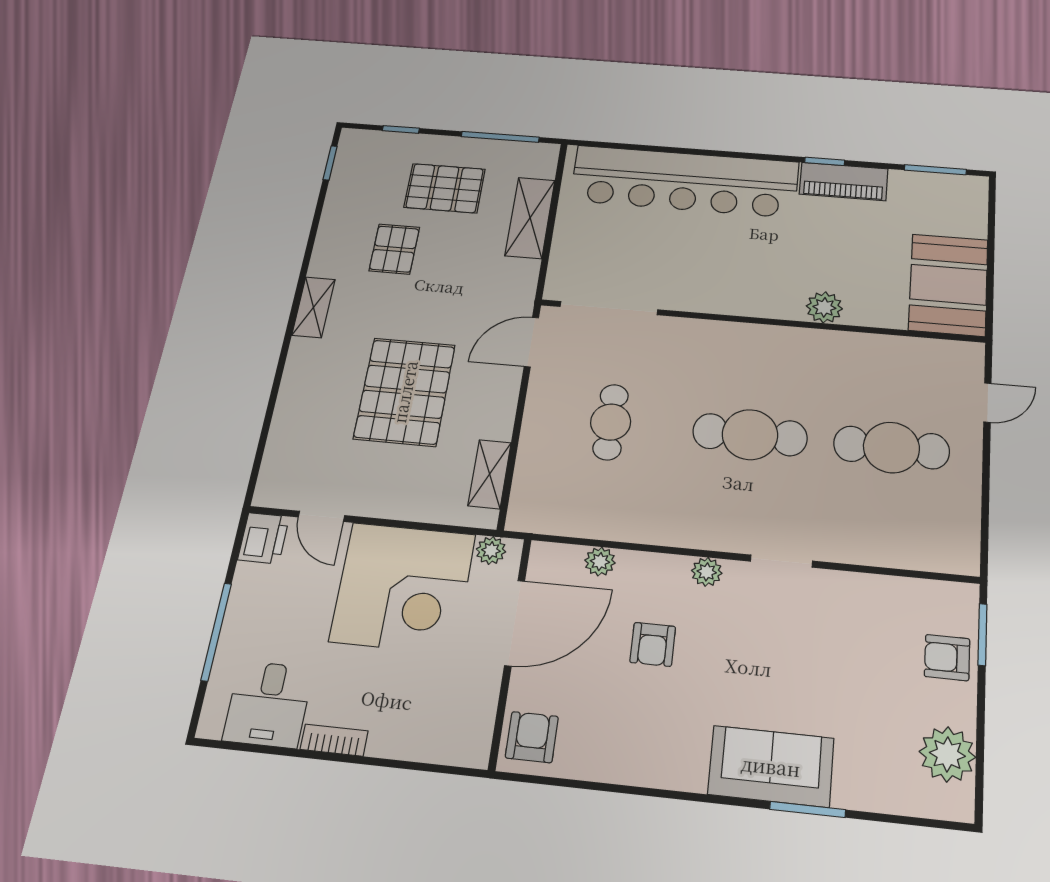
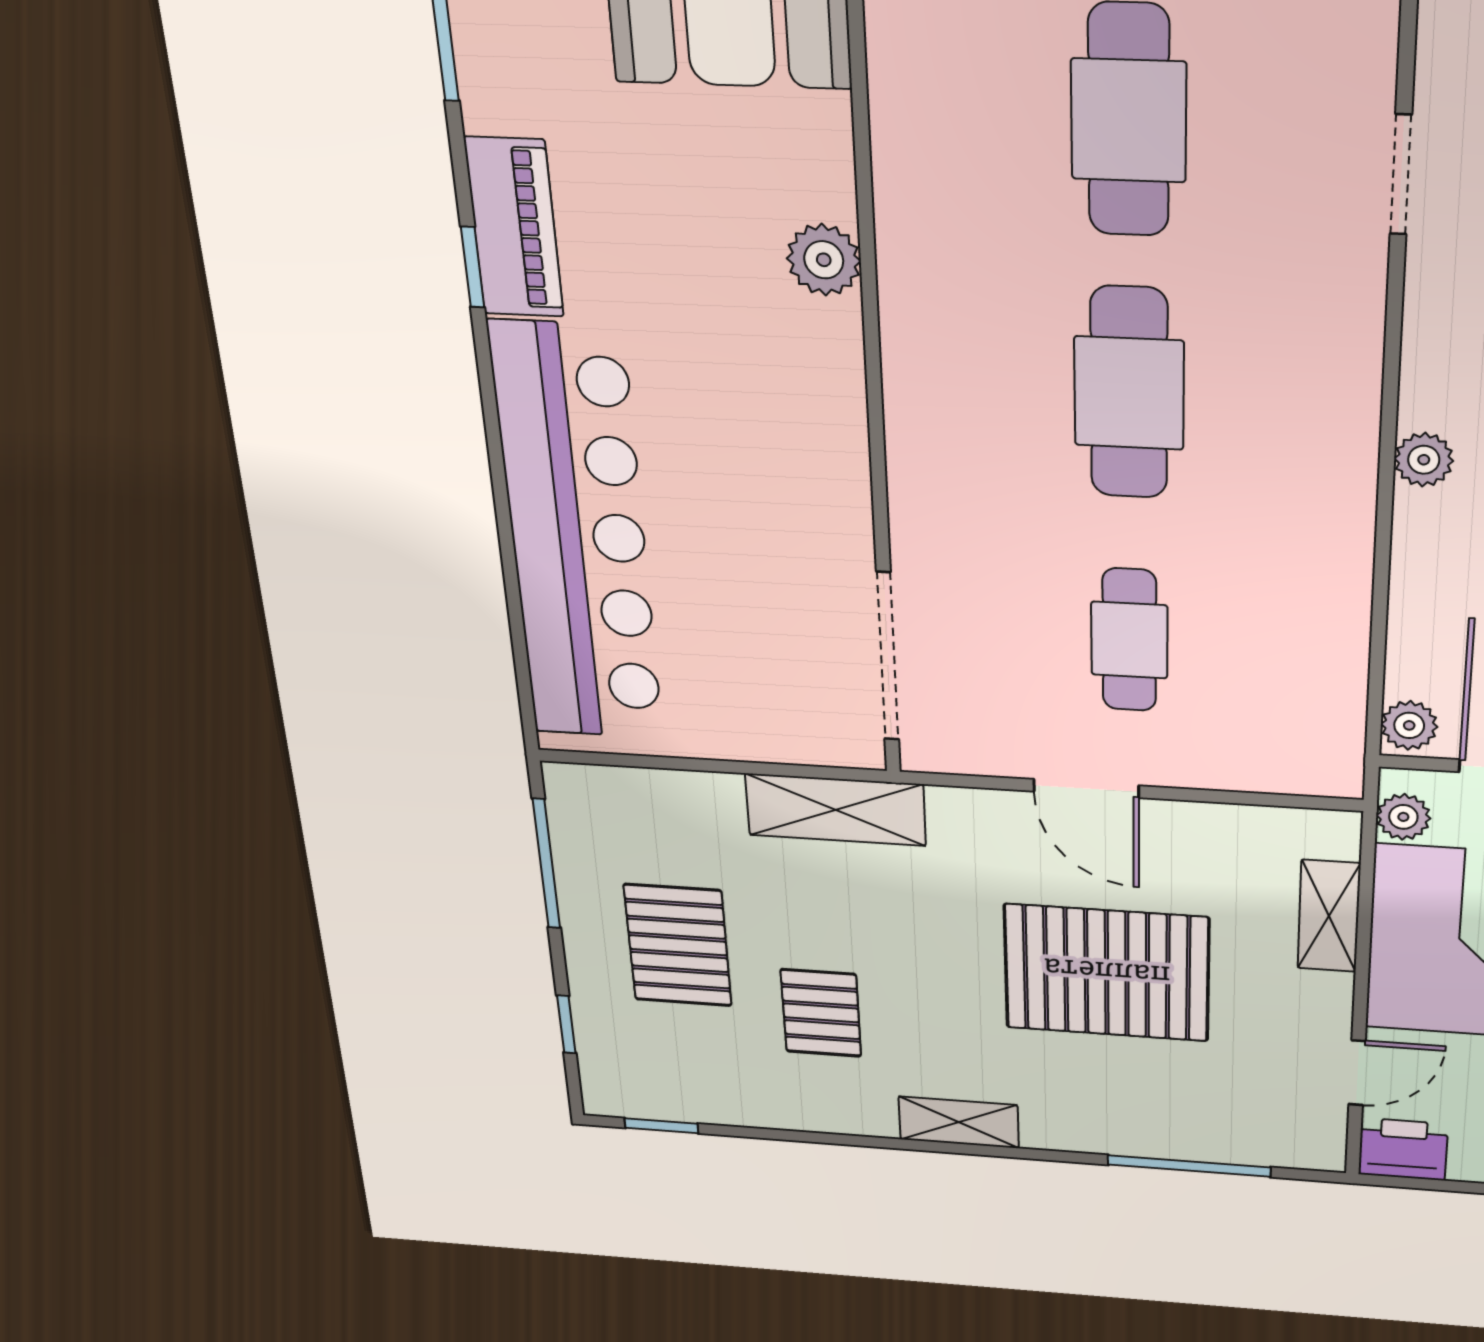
shelving: (530, 218) -> (836, 810), moved
pallet: (394, 249) -> (821, 1013), turned 90
door: (531, 342) -> (1086, 788), moved
window: (267, 422) -> (1189, 1166), added
cafe table: (611, 422) -> (1129, 640), turned 90
shelving: (490, 474) -> (1329, 916), moved, turned 90
doorway: (781, 561) -> (1401, 175), moved
plant: (600, 562) -> (1409, 725), moved

